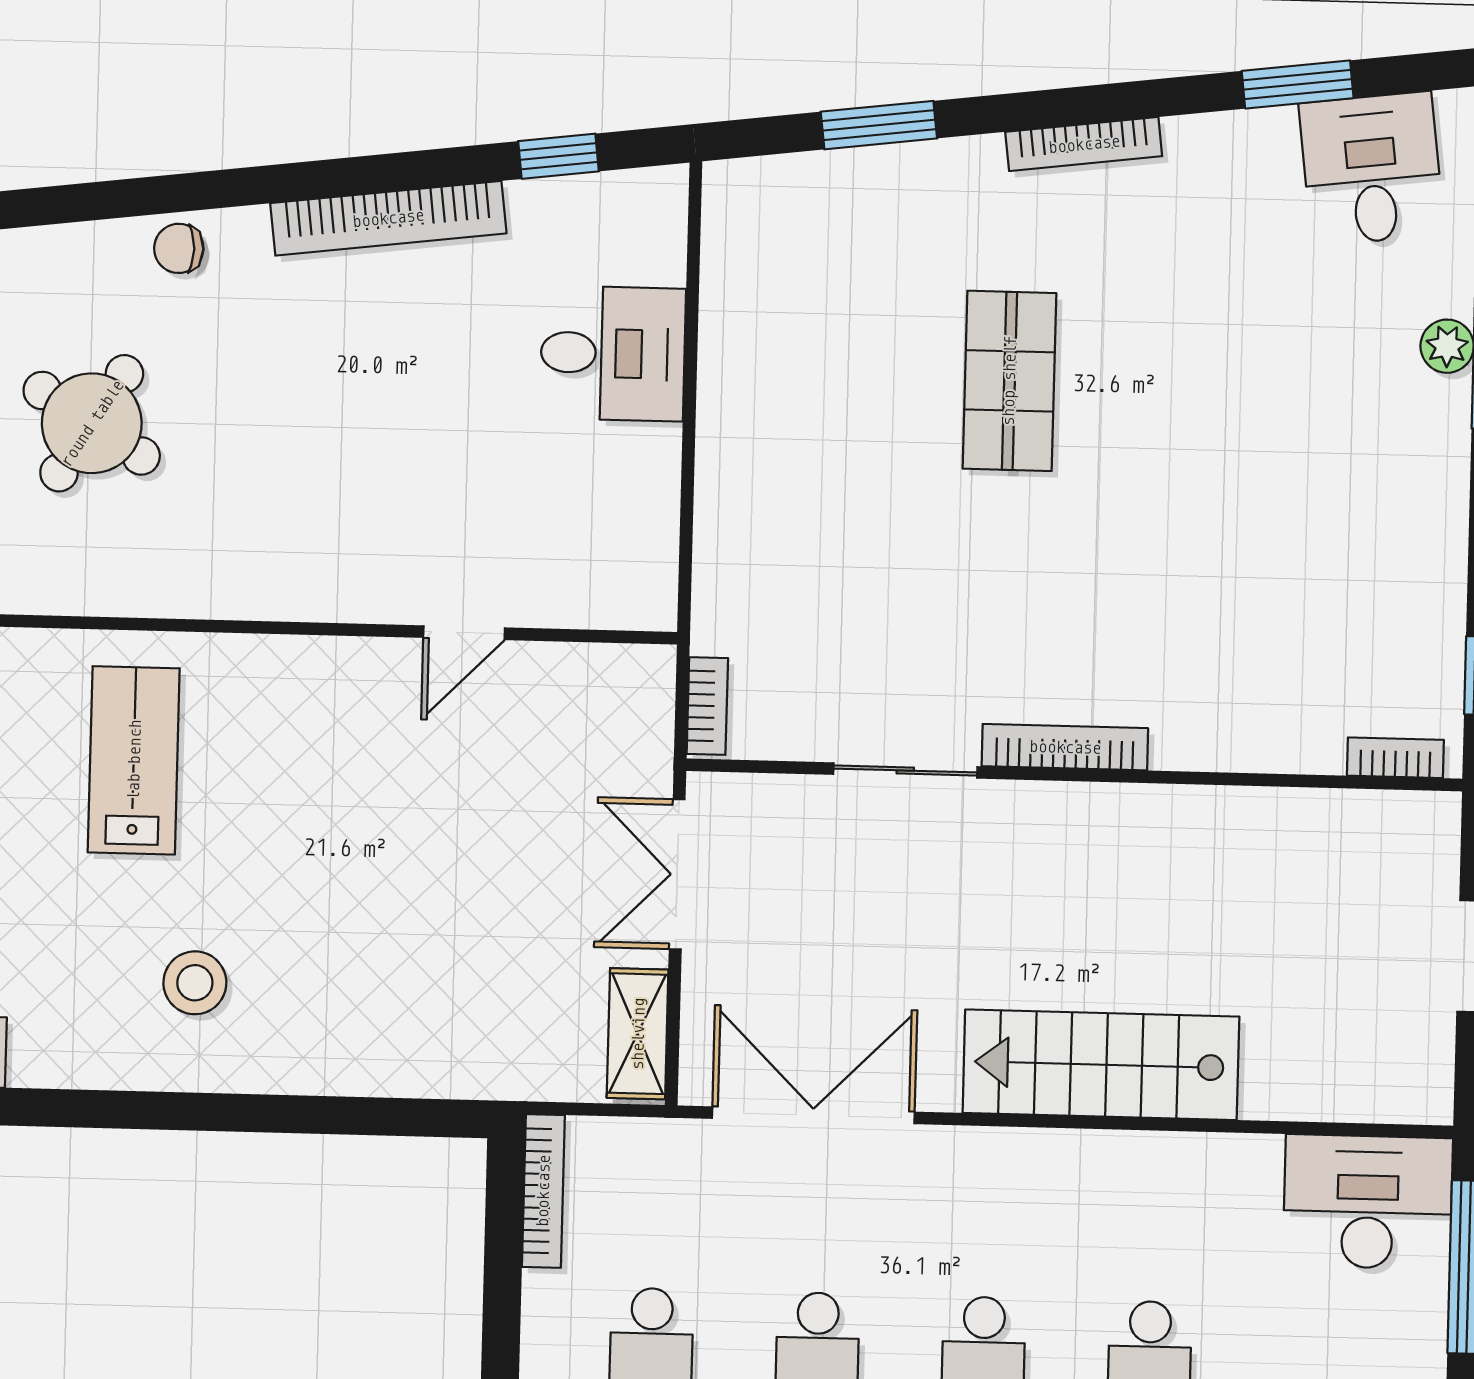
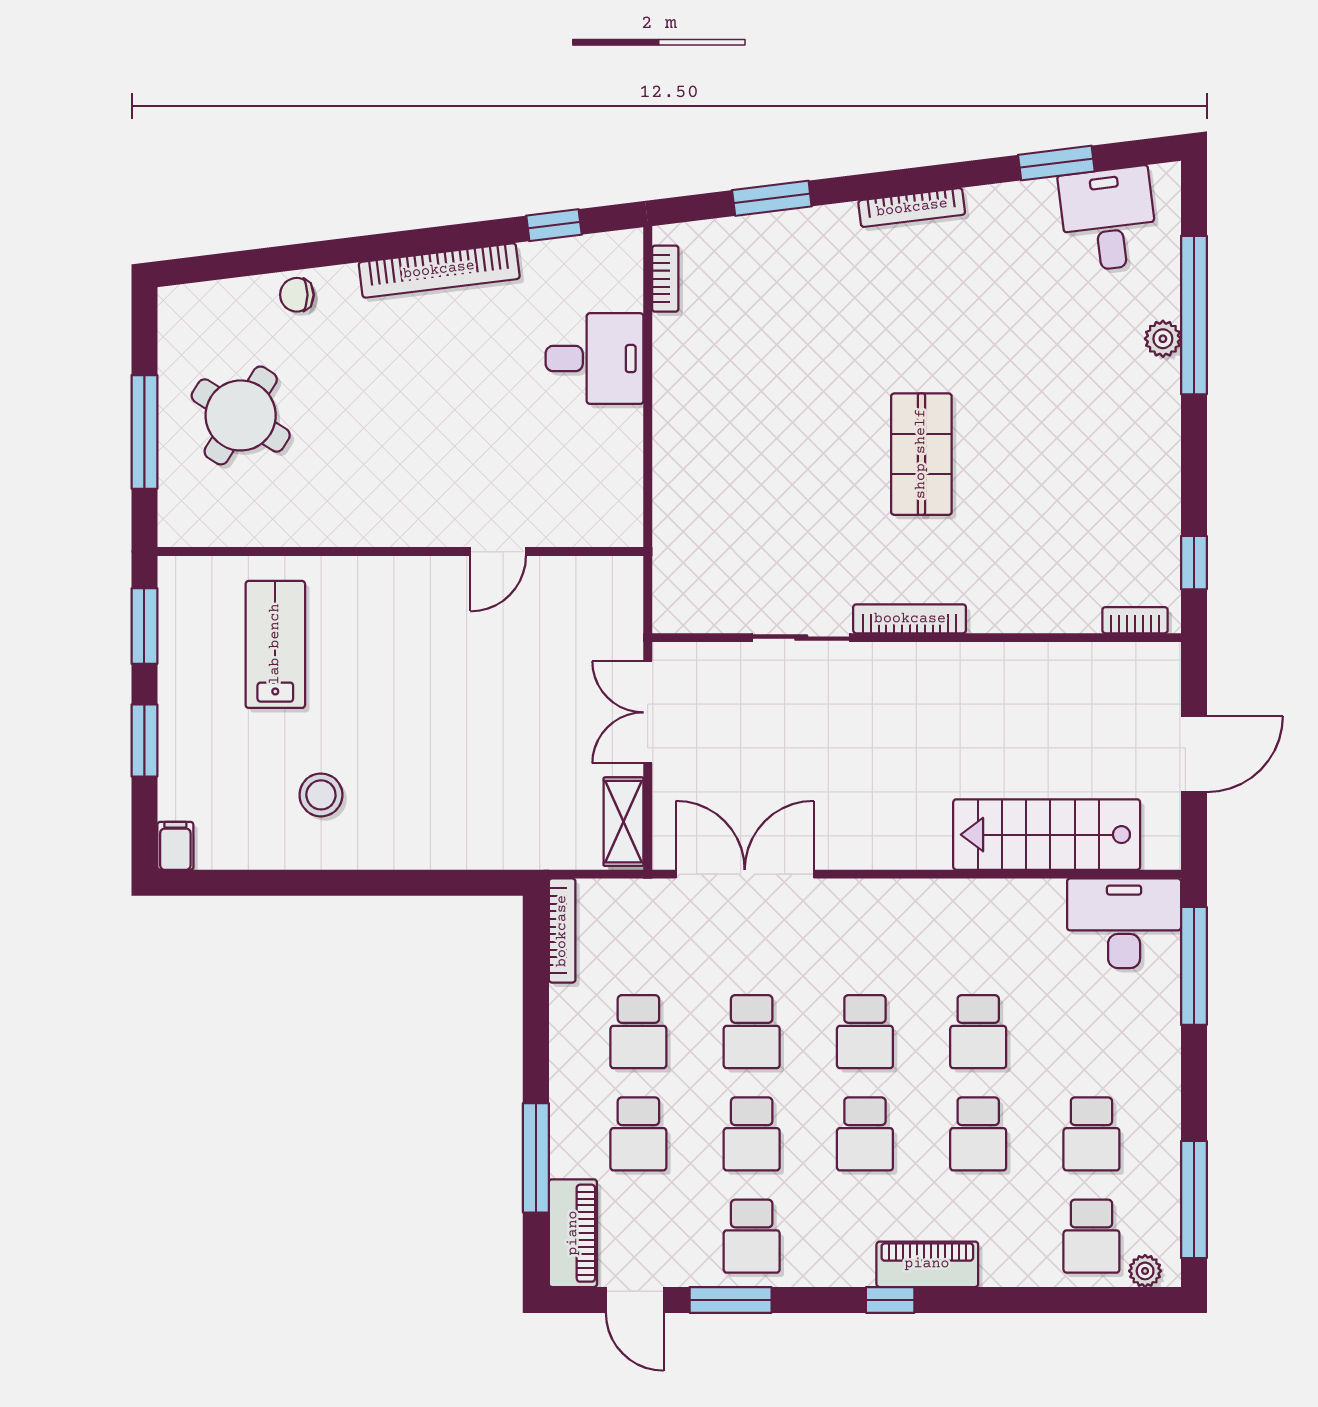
shop shelf: (1009, 381) -> (921, 454), moved
bookcase: (707, 706) -> (665, 279), moved
stairs: (1101, 1065) -> (1047, 835), moved

